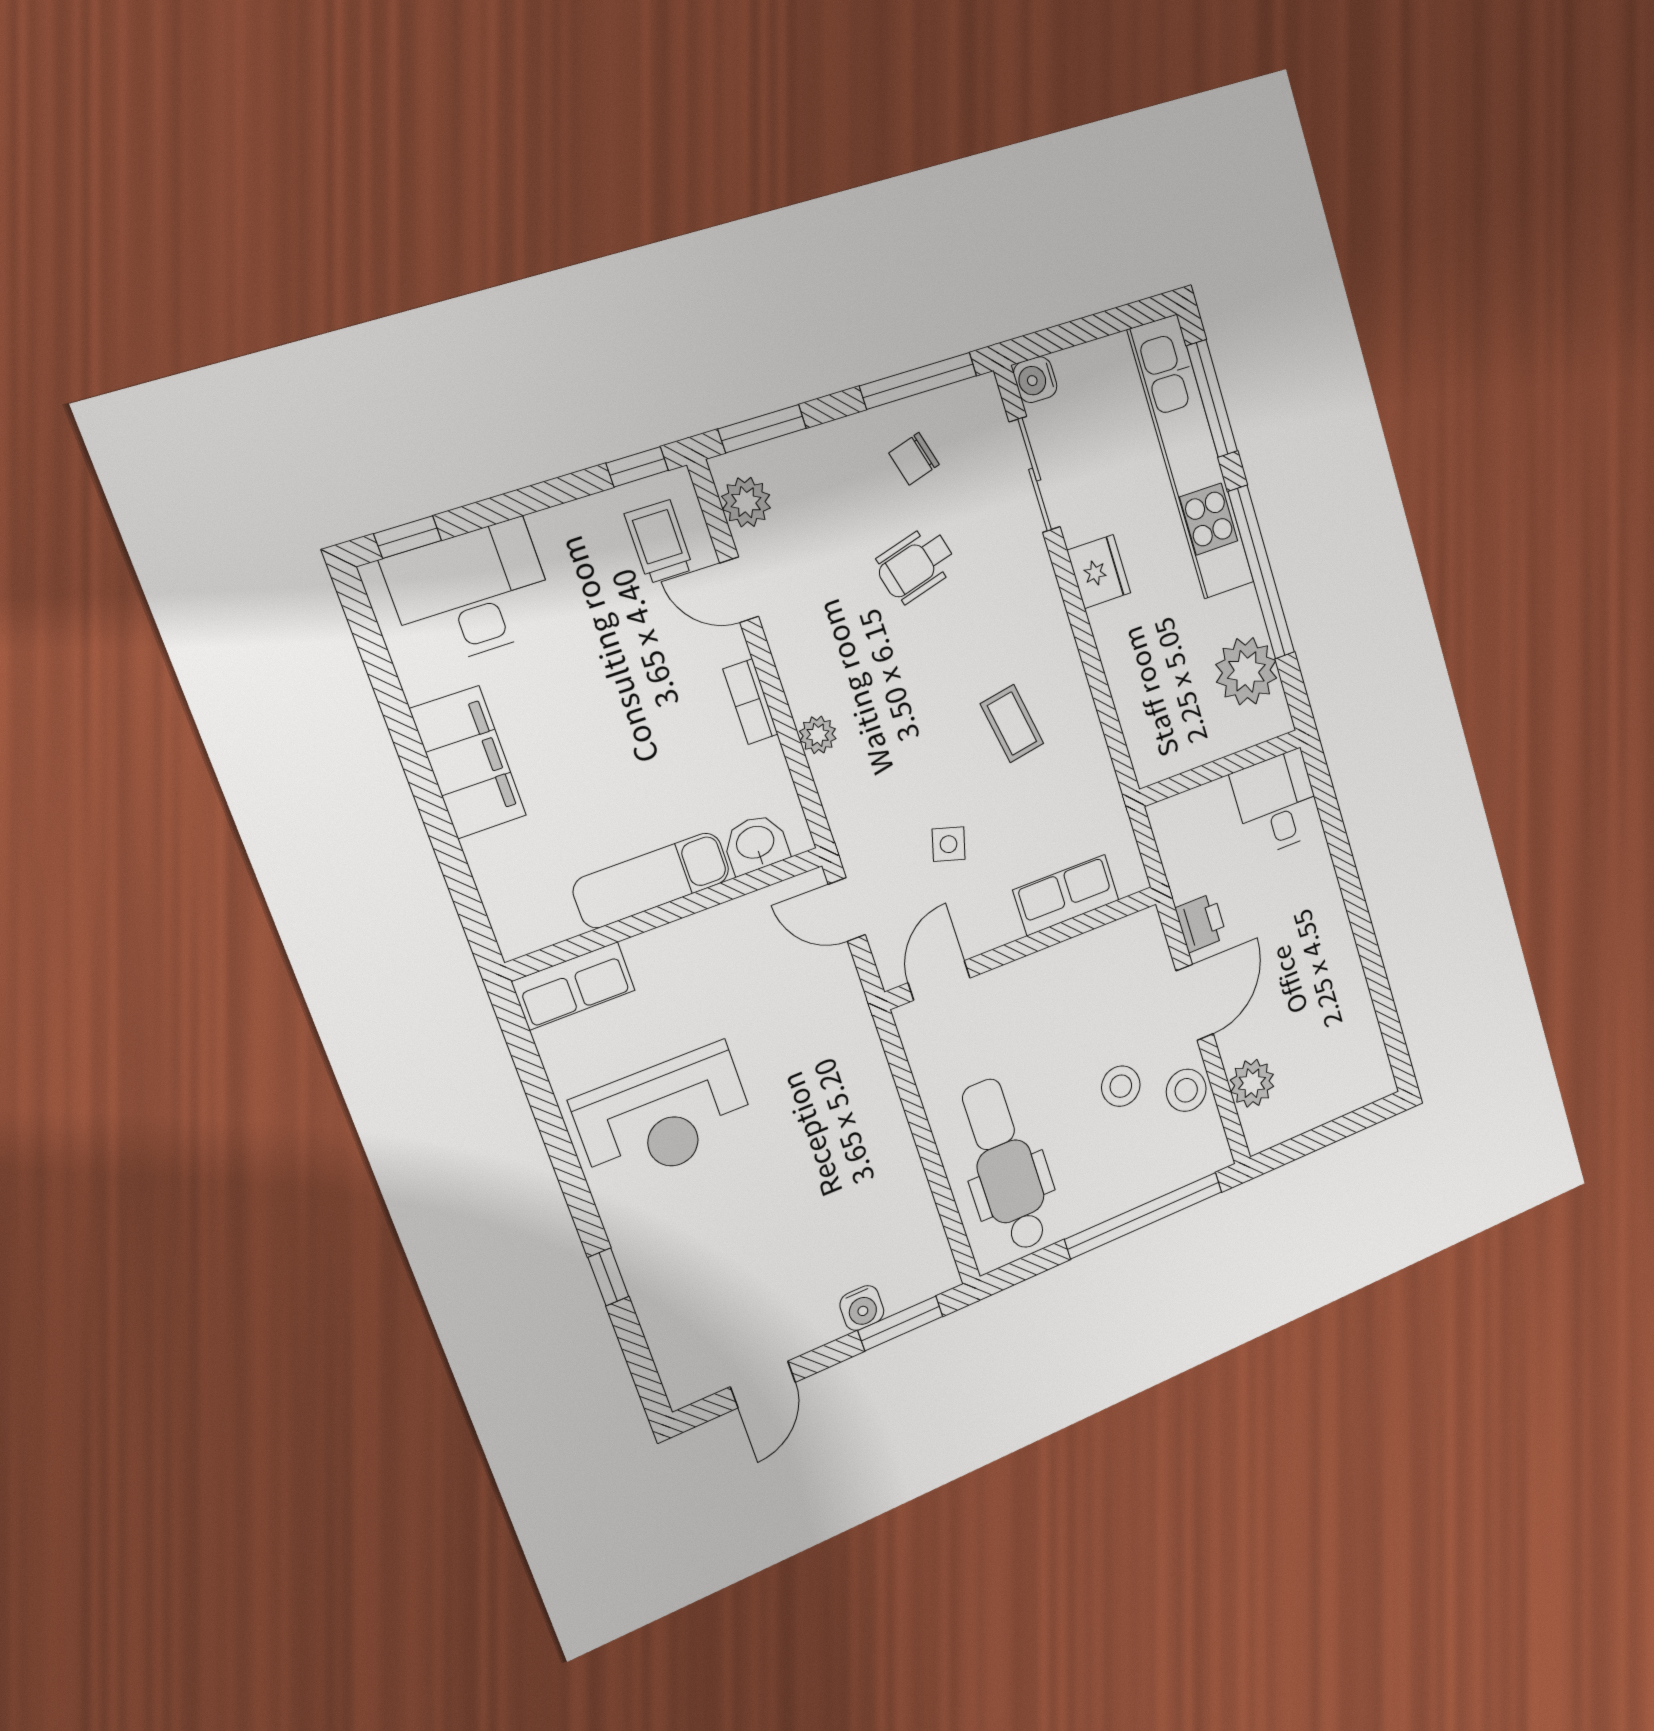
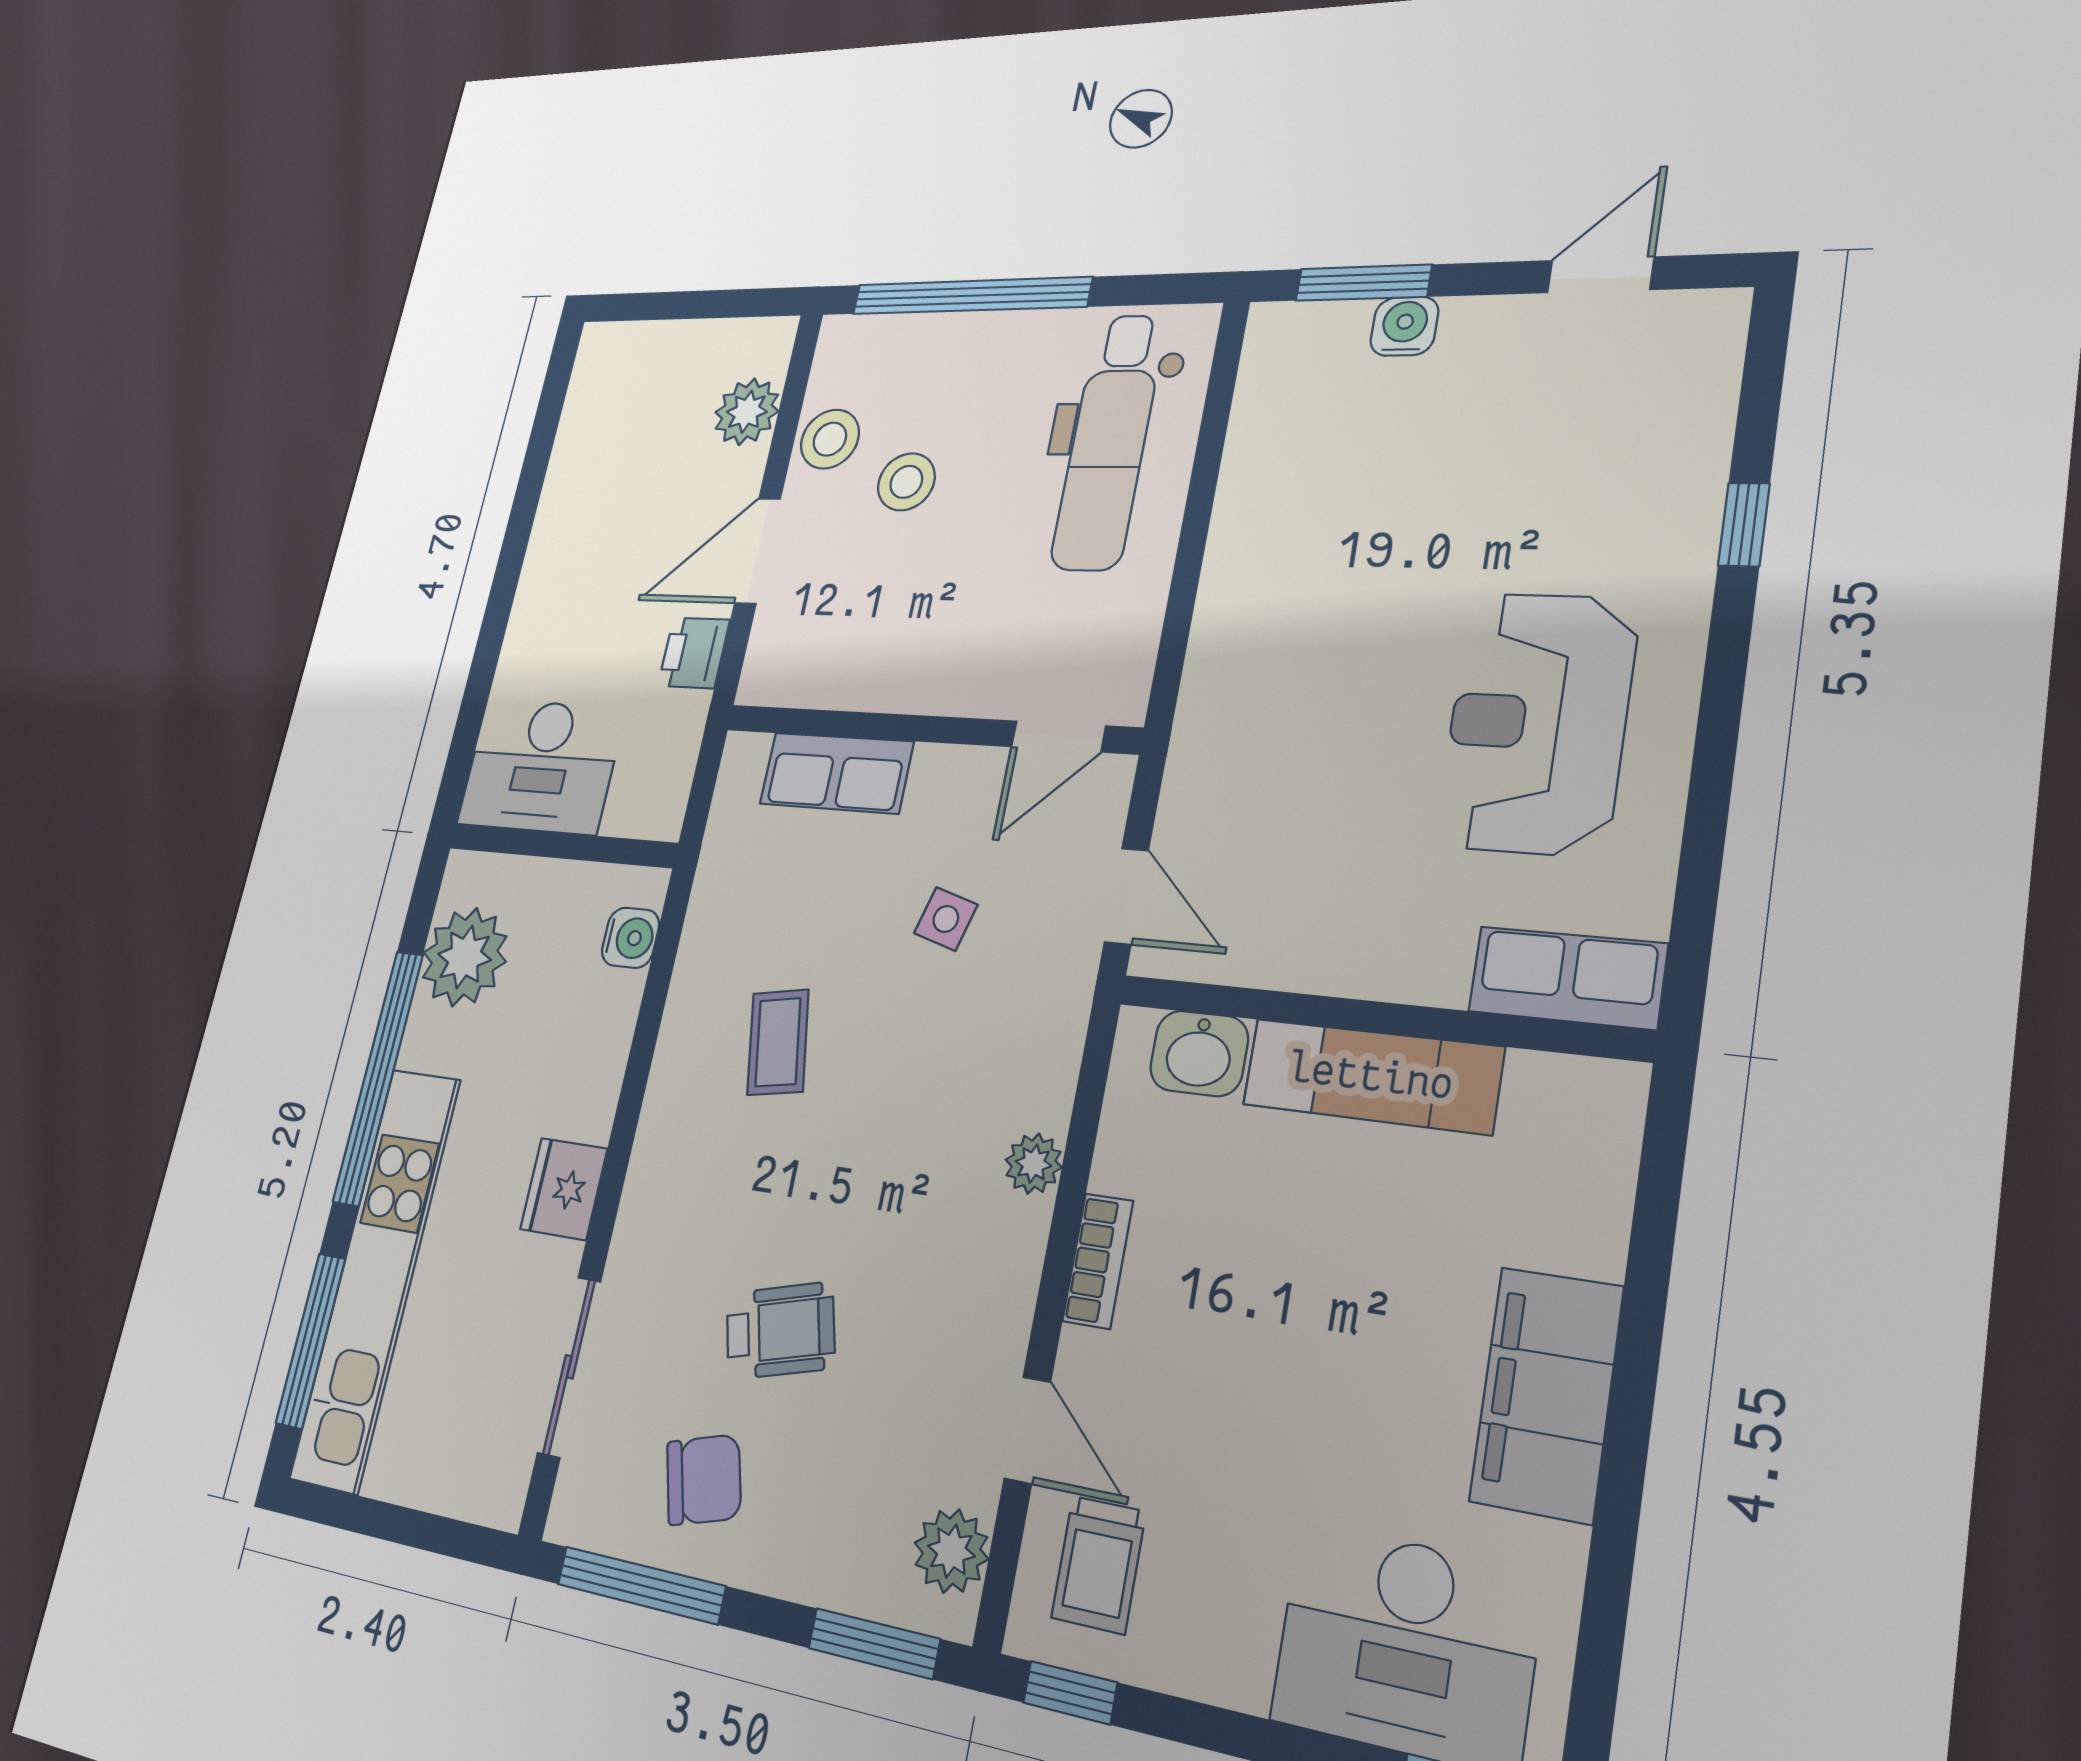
water cooler: (1035, 380) -> (630, 938), moved
chair: (914, 459) -> (704, 1480), width x1.37, depth x1.37
desk: (1277, 803) -> (541, 766), width x1.37
reception desk: (664, 1117) -> (1537, 723), turned -90

